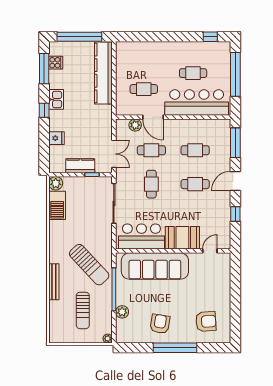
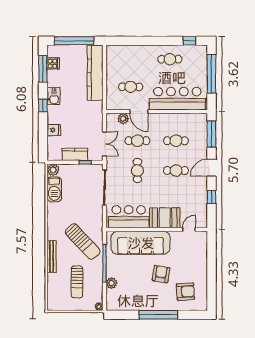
cafe table: (193, 73) -> (170, 59), moved
armchair: (160, 324) -> (161, 274), moved

